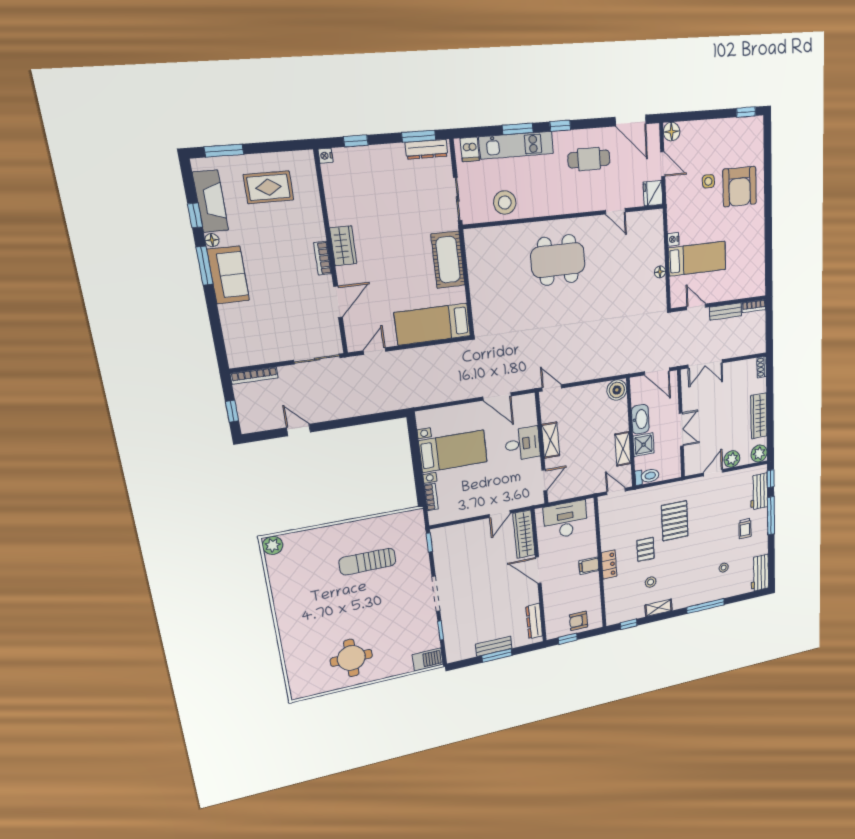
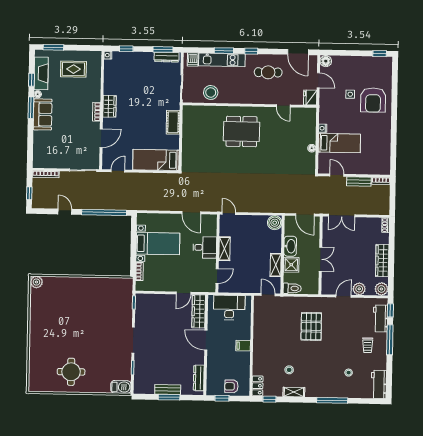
cot: (448, 260) -> (173, 122), width x0.73, depth x0.75
window: (363, 420) -> (104, 212), added
pallet: (646, 549) -> (287, 343), removed
sun lounger: (368, 562) -> (92, 306), removed
locker: (609, 565) -> (257, 386), moved

